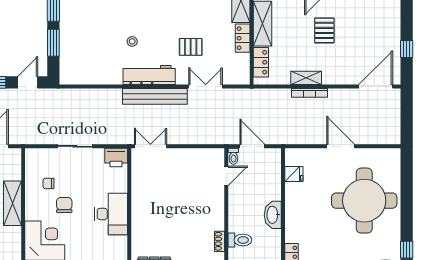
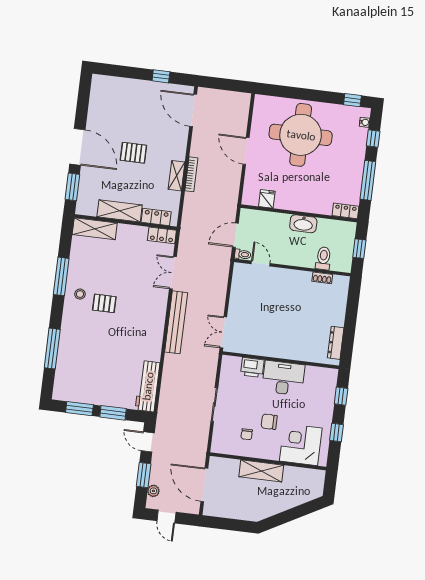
locker: (243, 38) -> (162, 235), moved
stool: (132, 41) -> (121, 337), removed
pallet: (191, 47) -> (104, 303), moved, turned 90
workbench: (149, 75) -> (148, 386), moved
door: (341, 146) -> (246, 151), hinge flipped
printer: (116, 157) -> (252, 367), moved, turned 90

